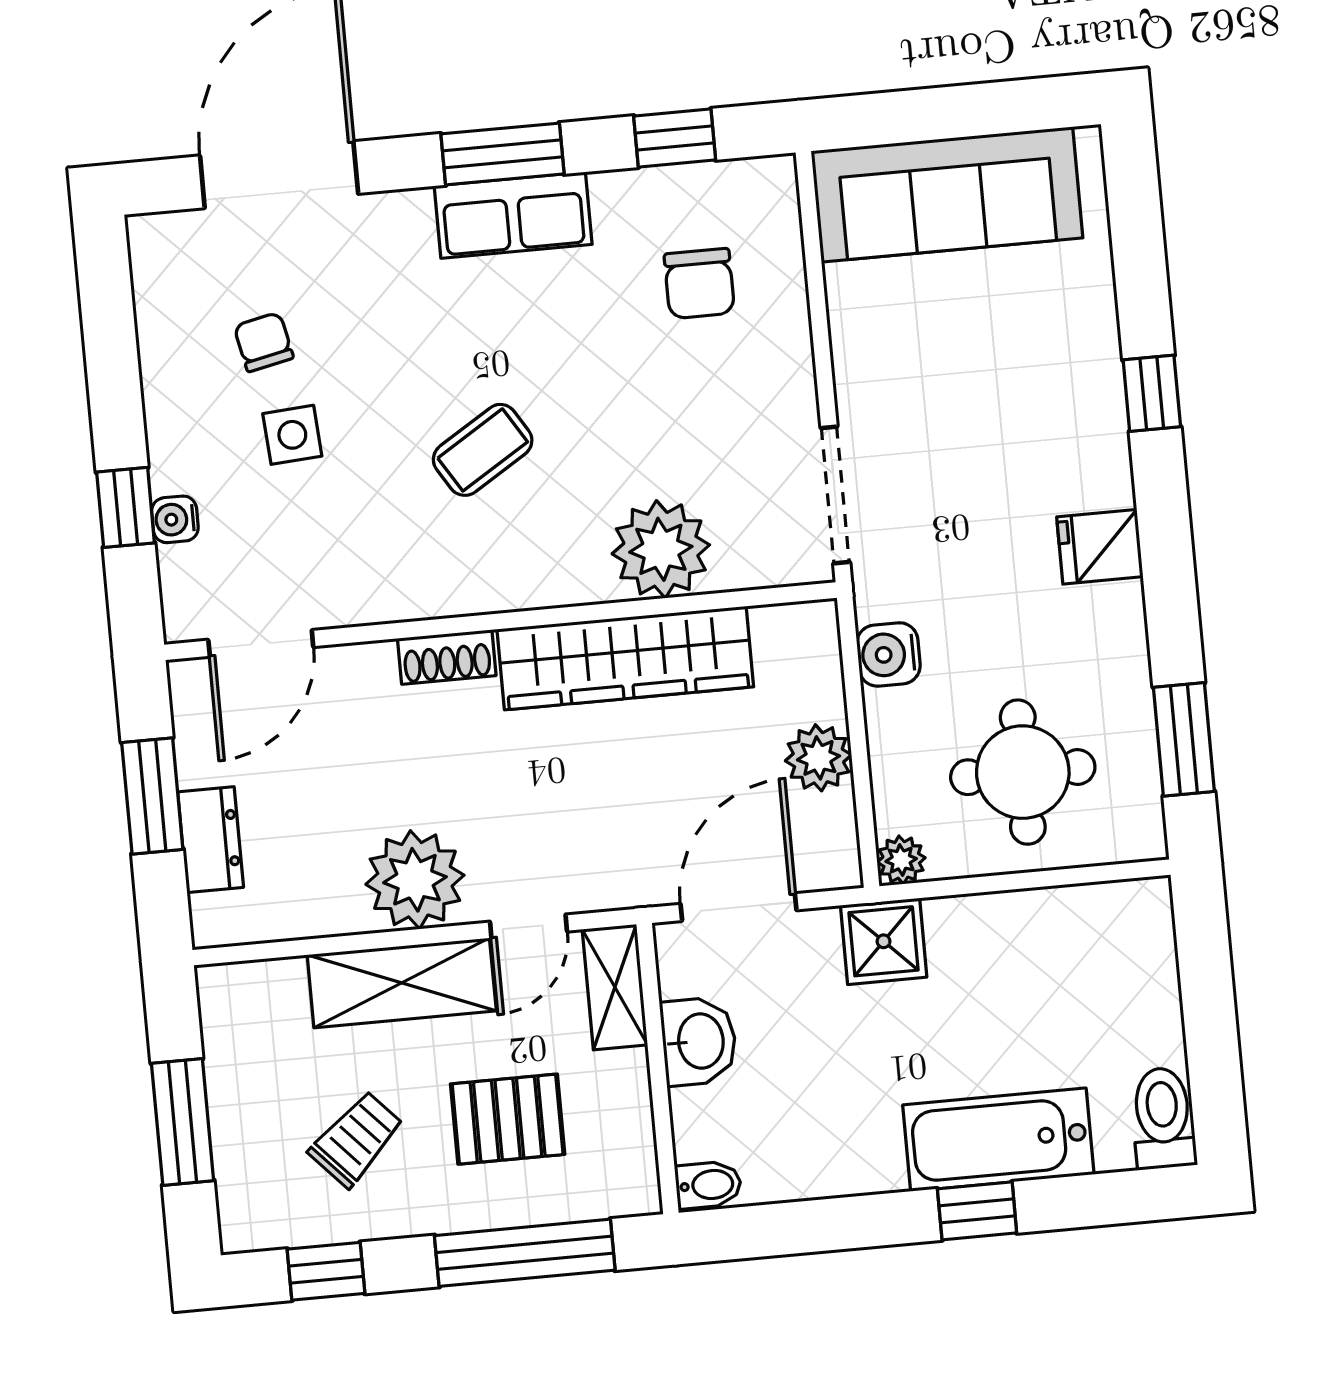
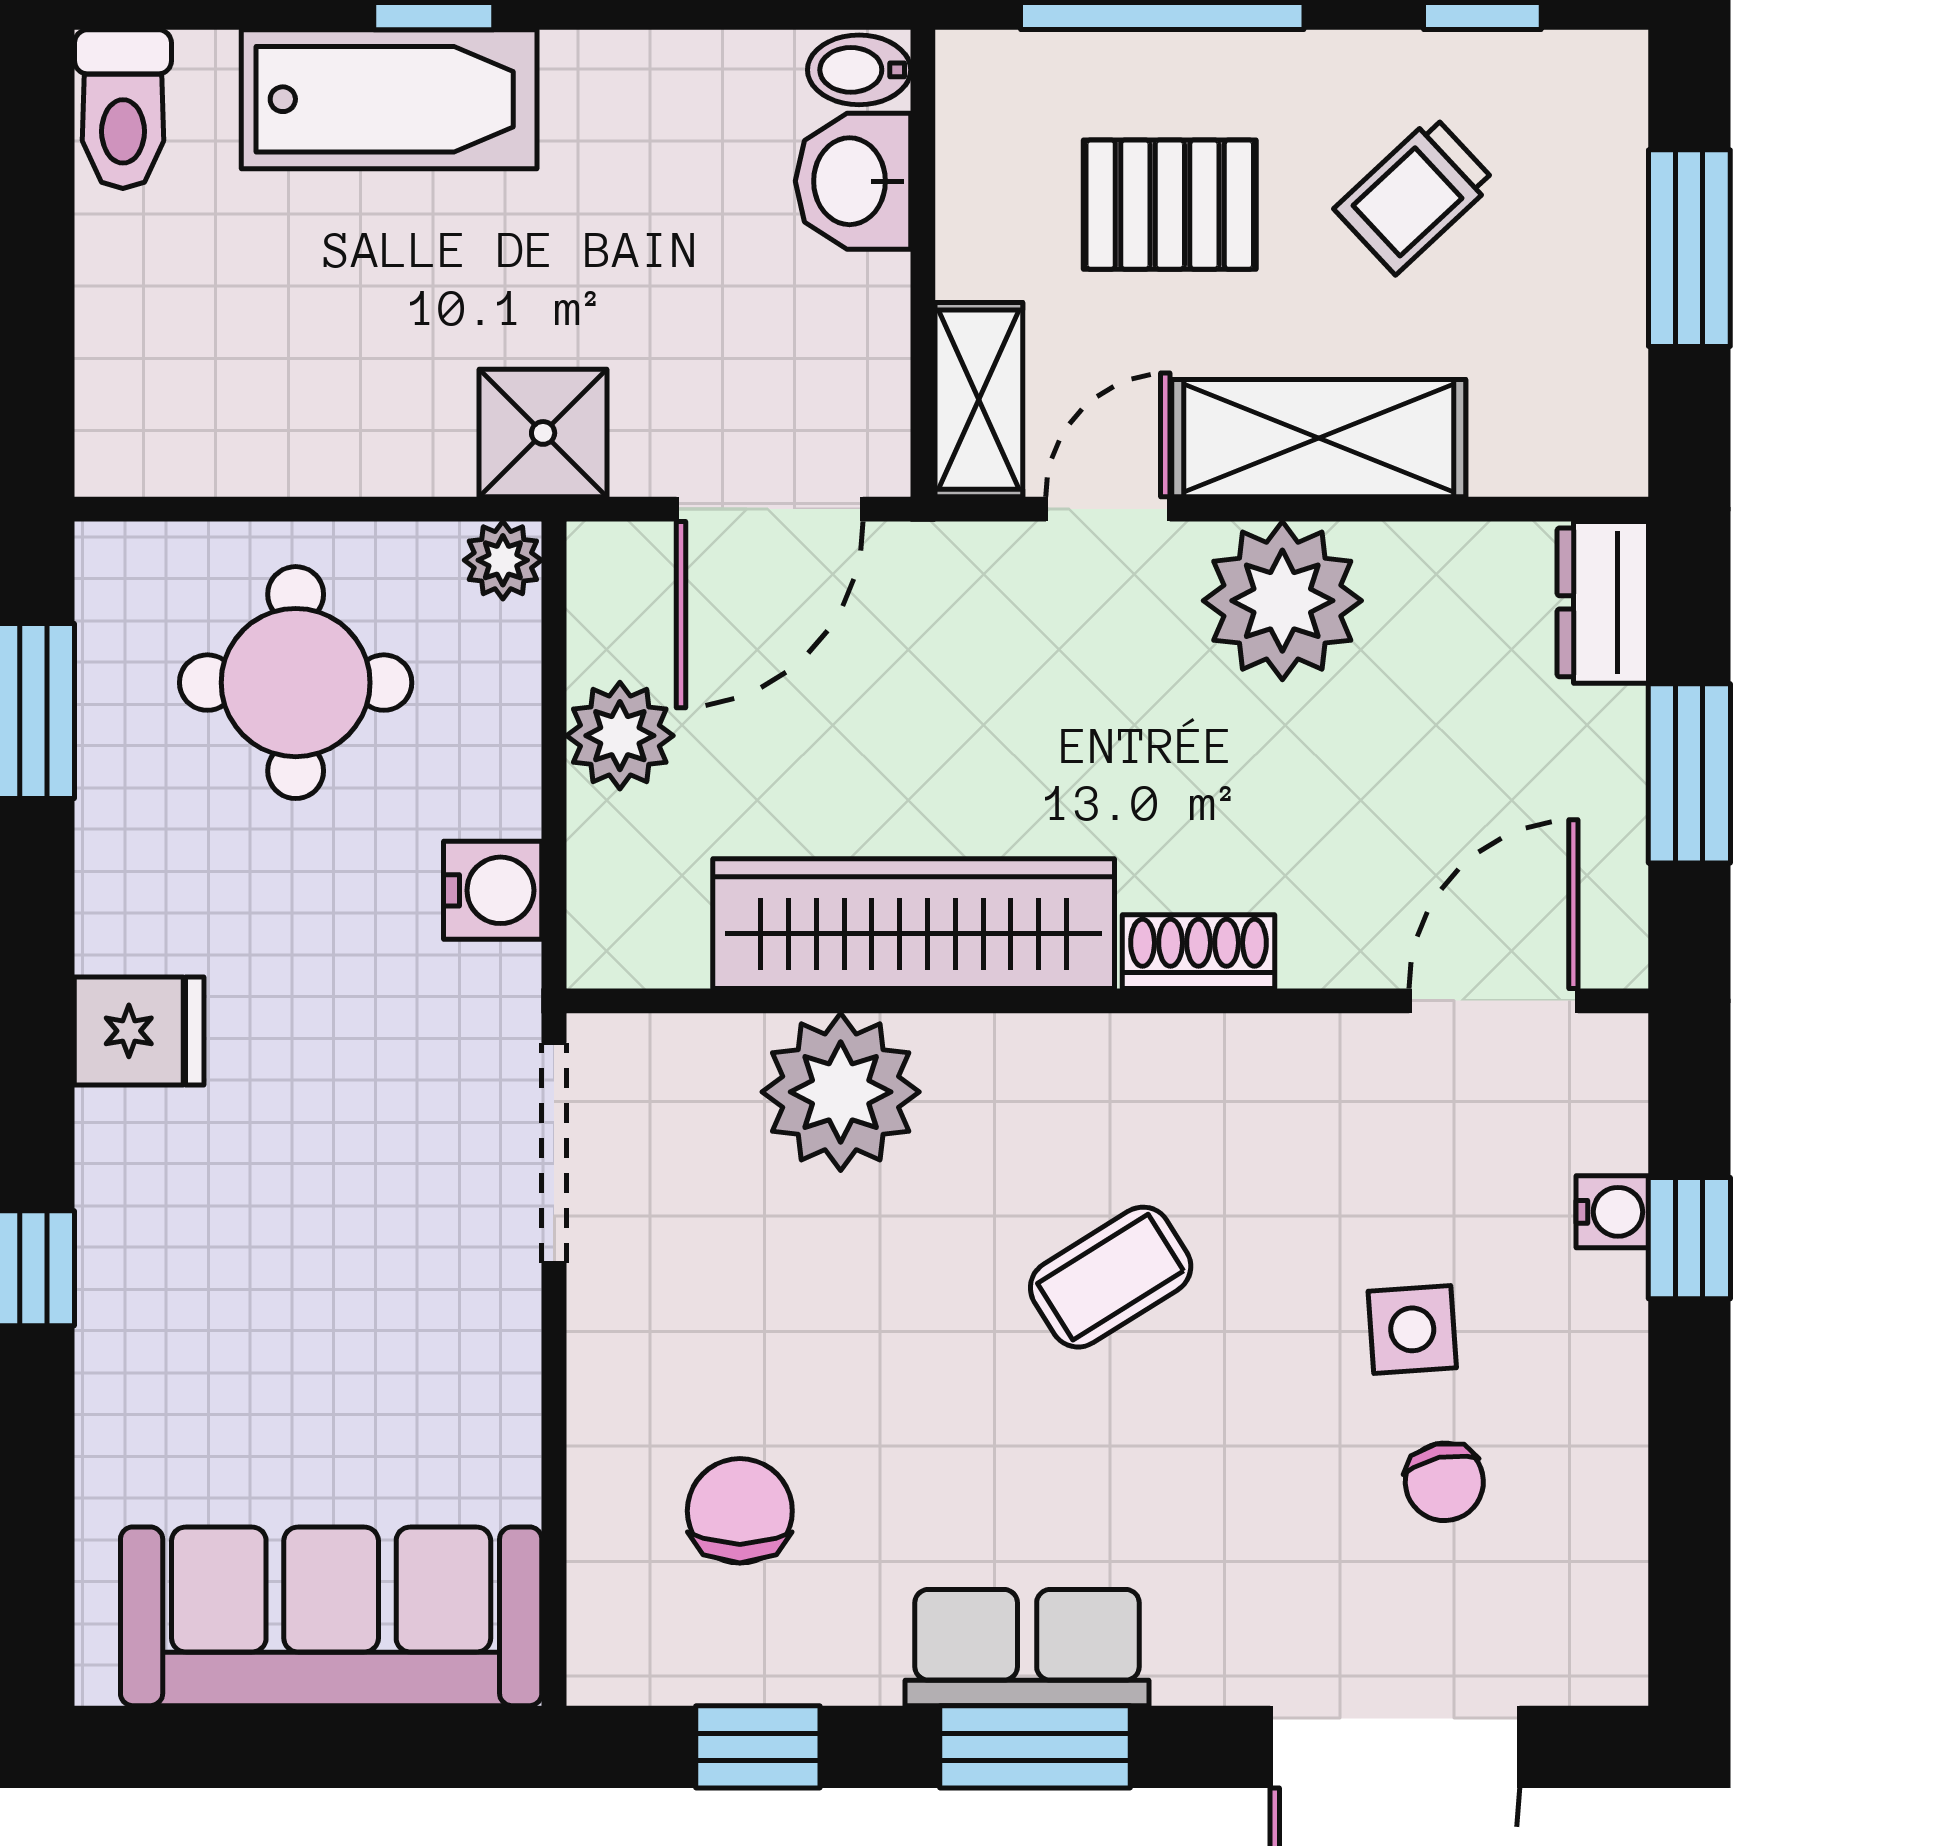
dresser: (211, 840) -> (1603, 602), moved
washbasin: (699, 1041) -> (853, 181), moved

